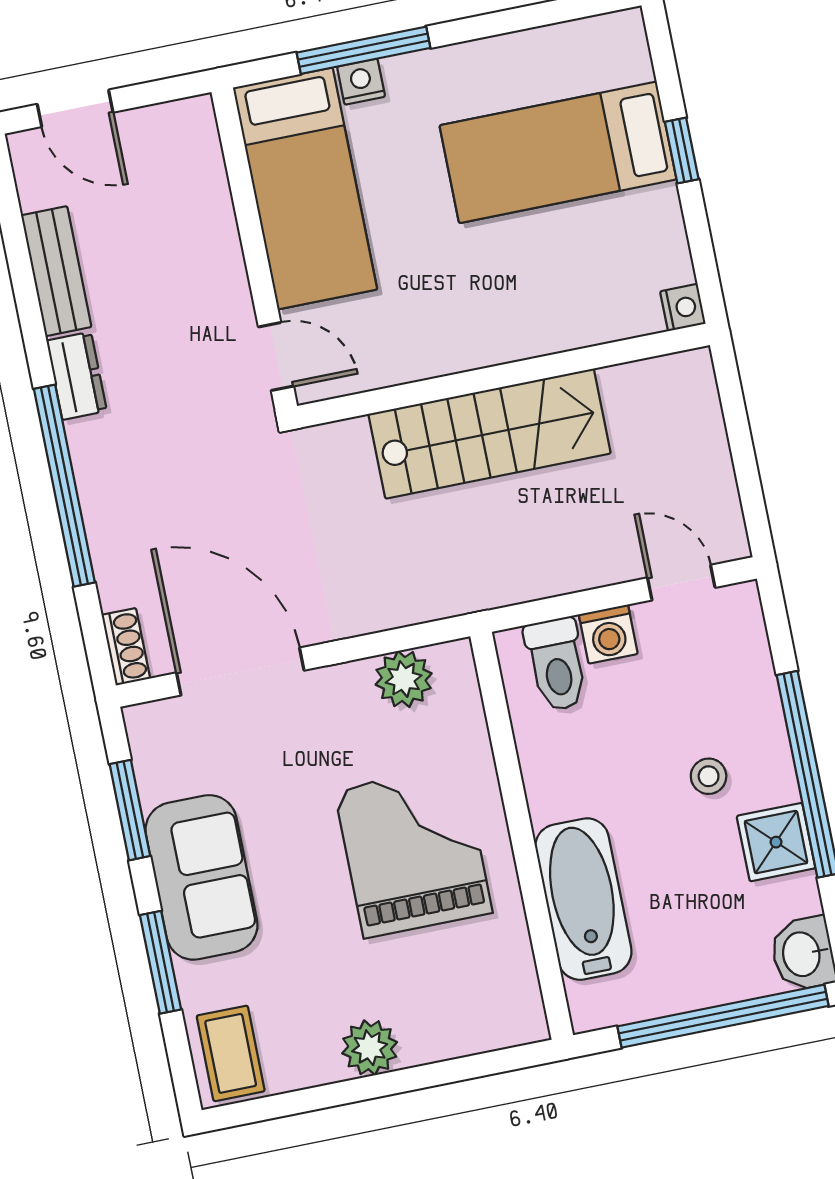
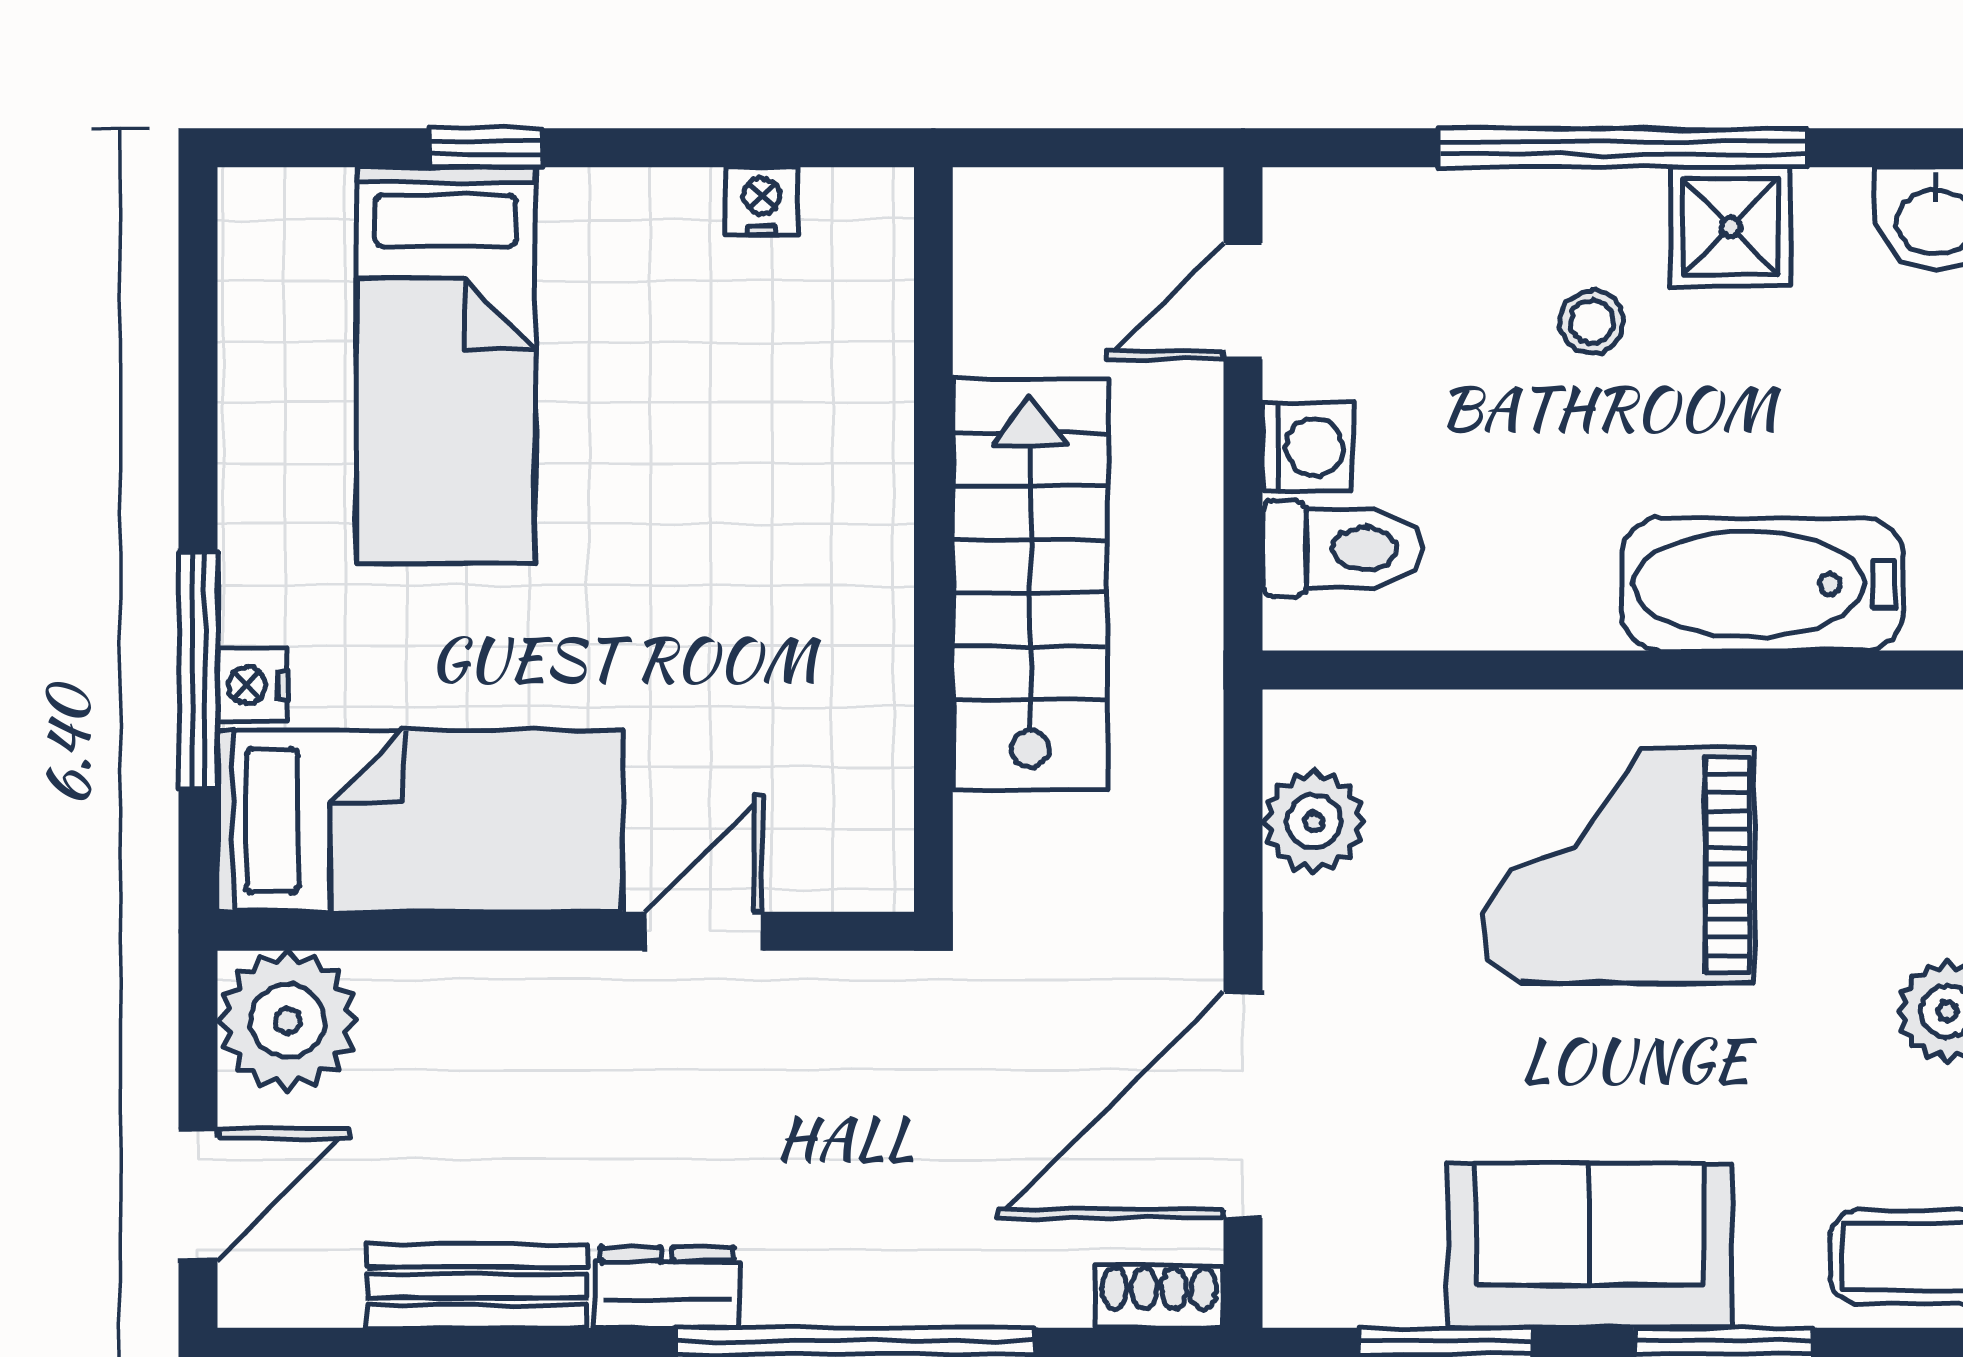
plant: (181, 138) -> (288, 1021), added
wall: (503, 375) -> (933, 539), moved
stairs: (490, 434) -> (1030, 584), moved

